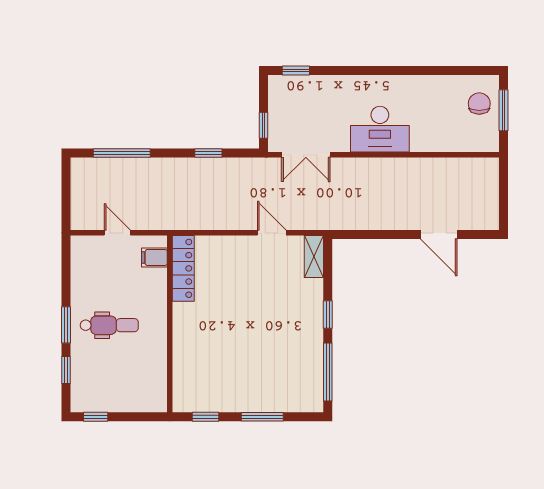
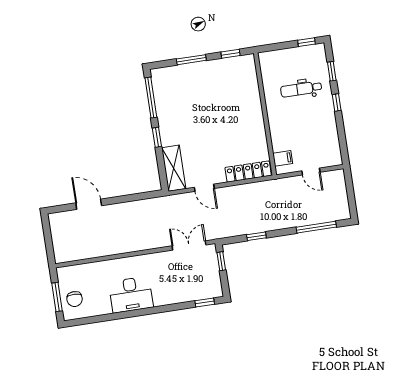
desk: (380, 129) -> (131, 295), moved, turned 180
shelving: (314, 257) -> (174, 168), width x1.50, depth x1.33
locker: (183, 268) -> (248, 172), moved, turned 90
window: (66, 325) -> (337, 102), width x0.67
dental chair: (109, 325) -> (301, 89), moved

